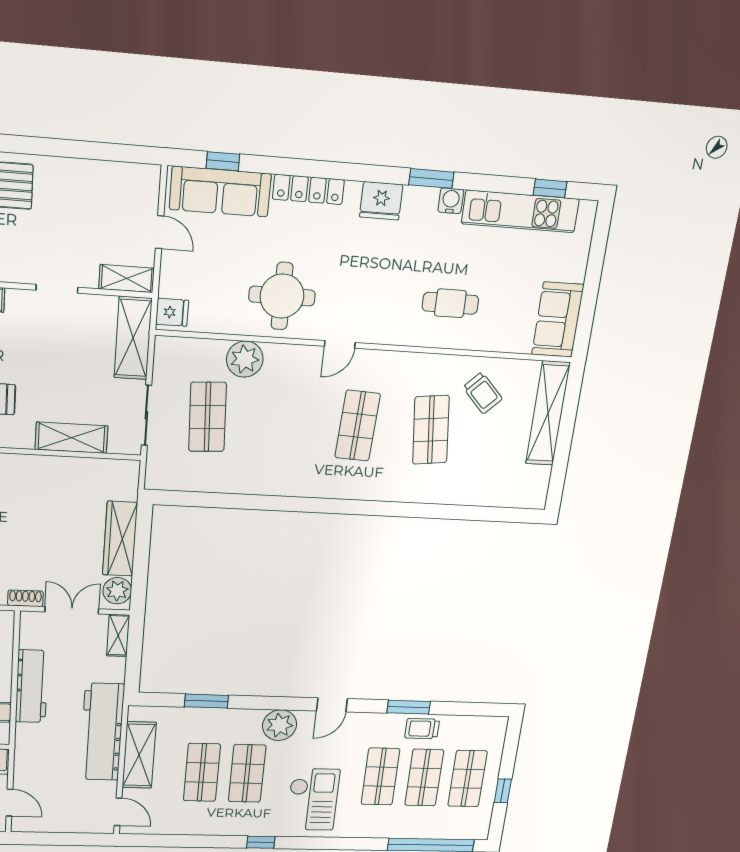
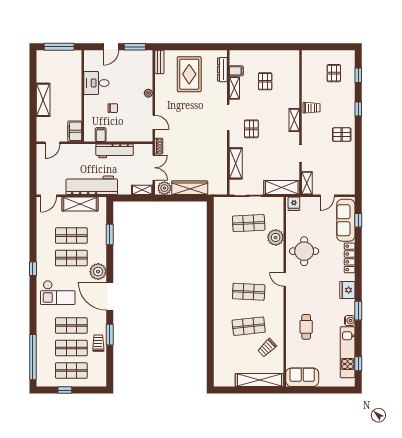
door: (332, 705) -> (110, 296), width x1.88

